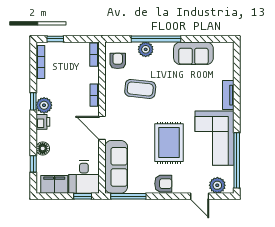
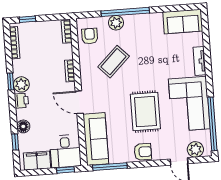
sofa: (193, 53) -> (183, 21), moved
coffee table: (140, 89) -> (114, 62), turned -50

